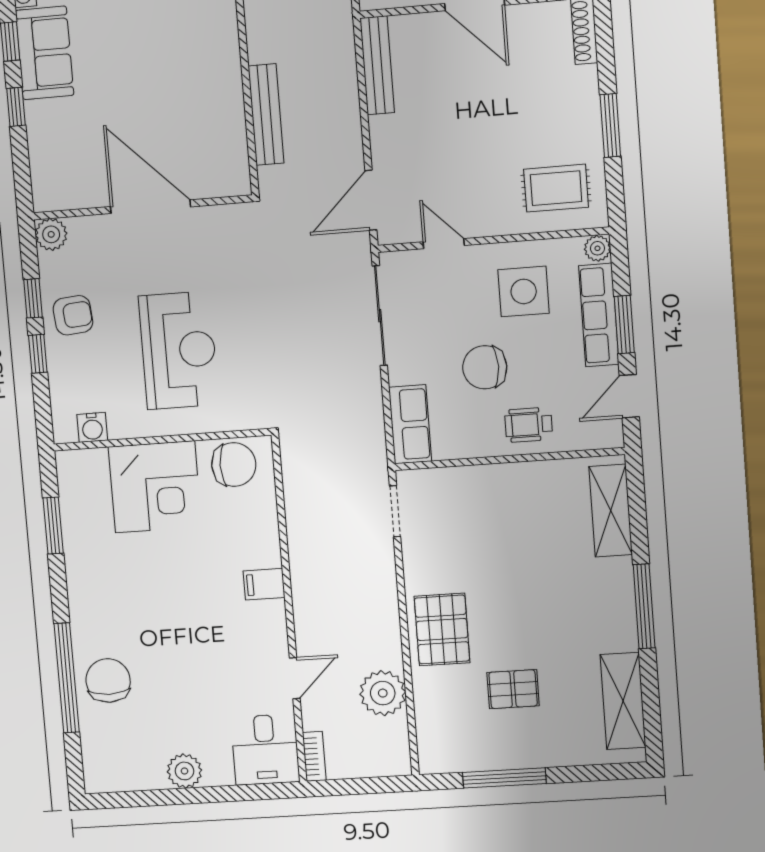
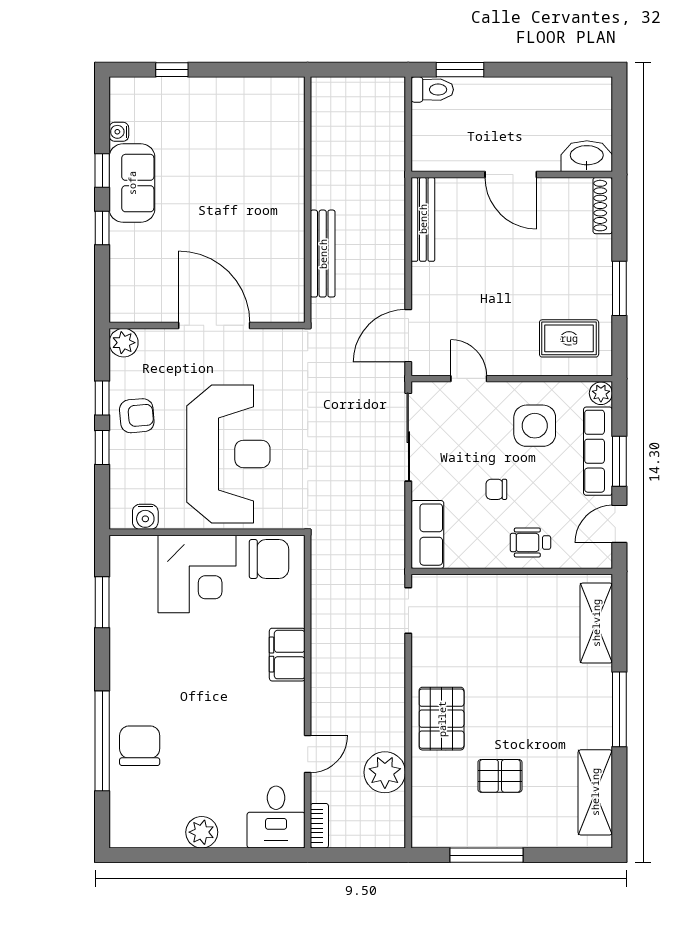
reception desk: (179, 350) -> (228, 454), width x1.36, depth x1.30
chair: (485, 367) -> (496, 489), width x0.54, depth x0.54
filing cabinet: (264, 584) -> (287, 655), width x2.00

